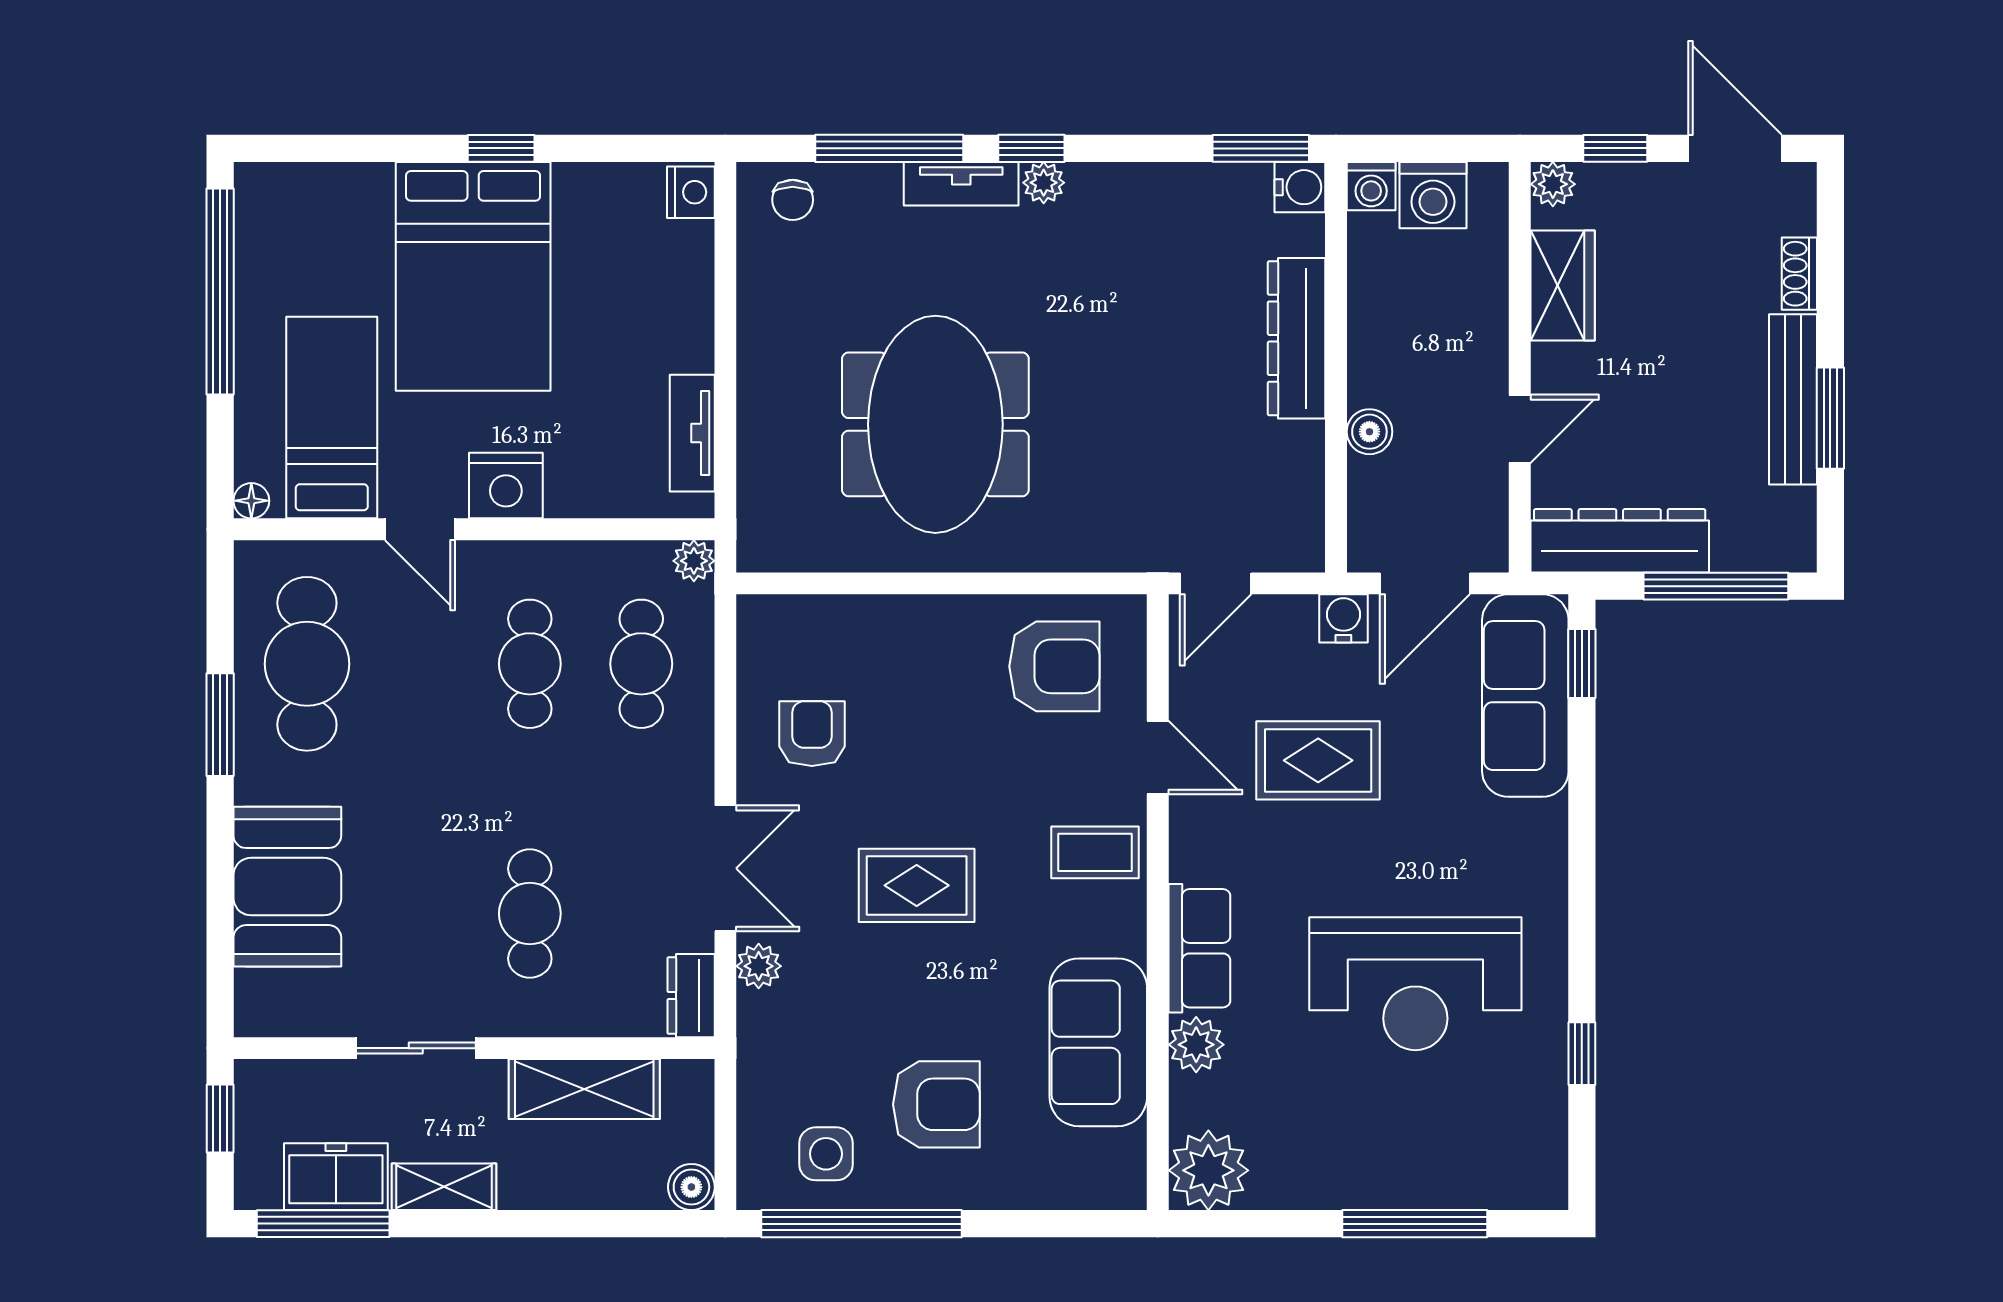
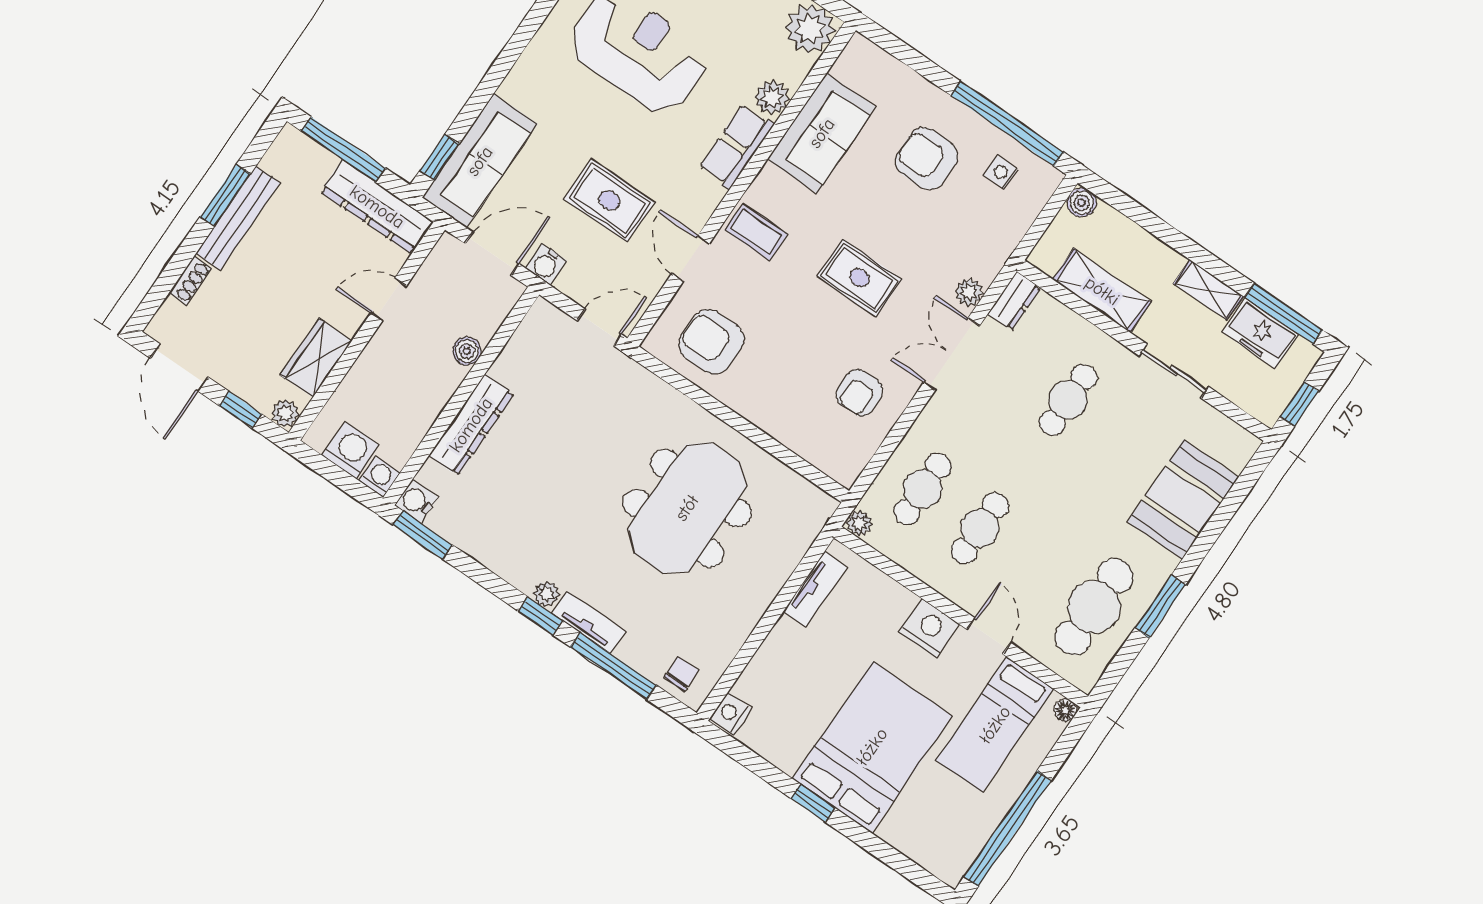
side table: (826, 1154) -> (1001, 172), width x0.73, depth x0.73

